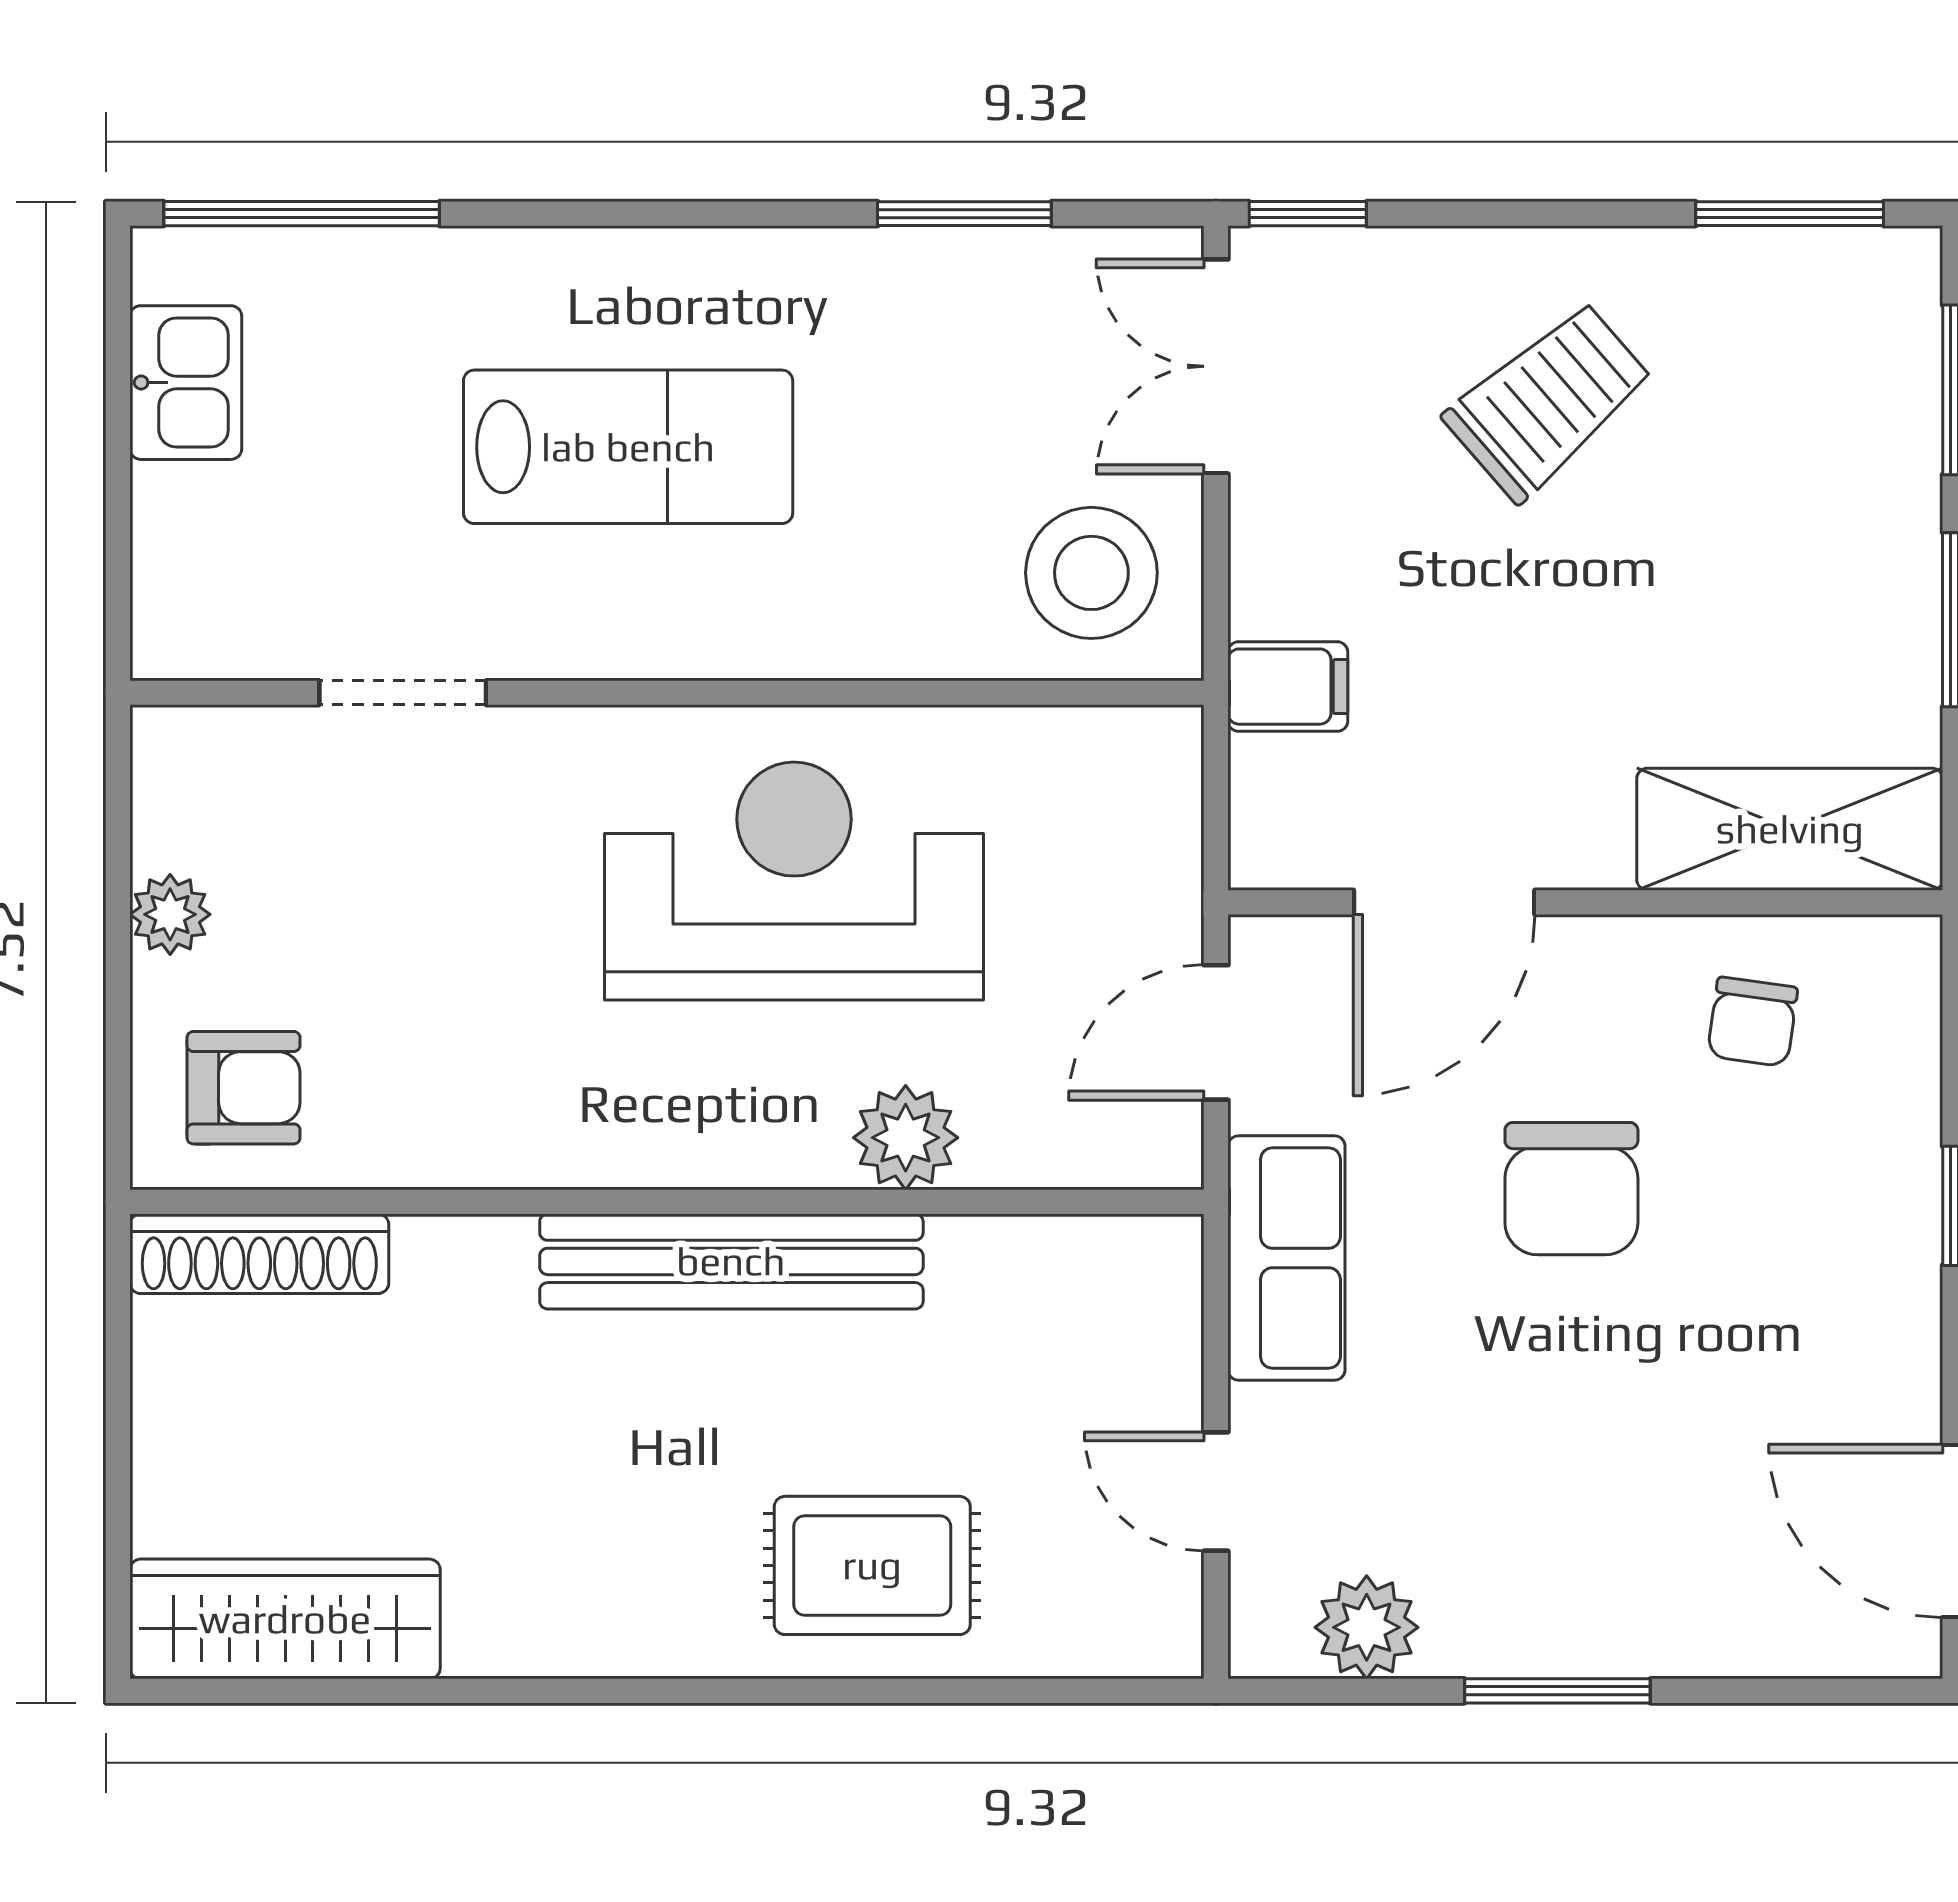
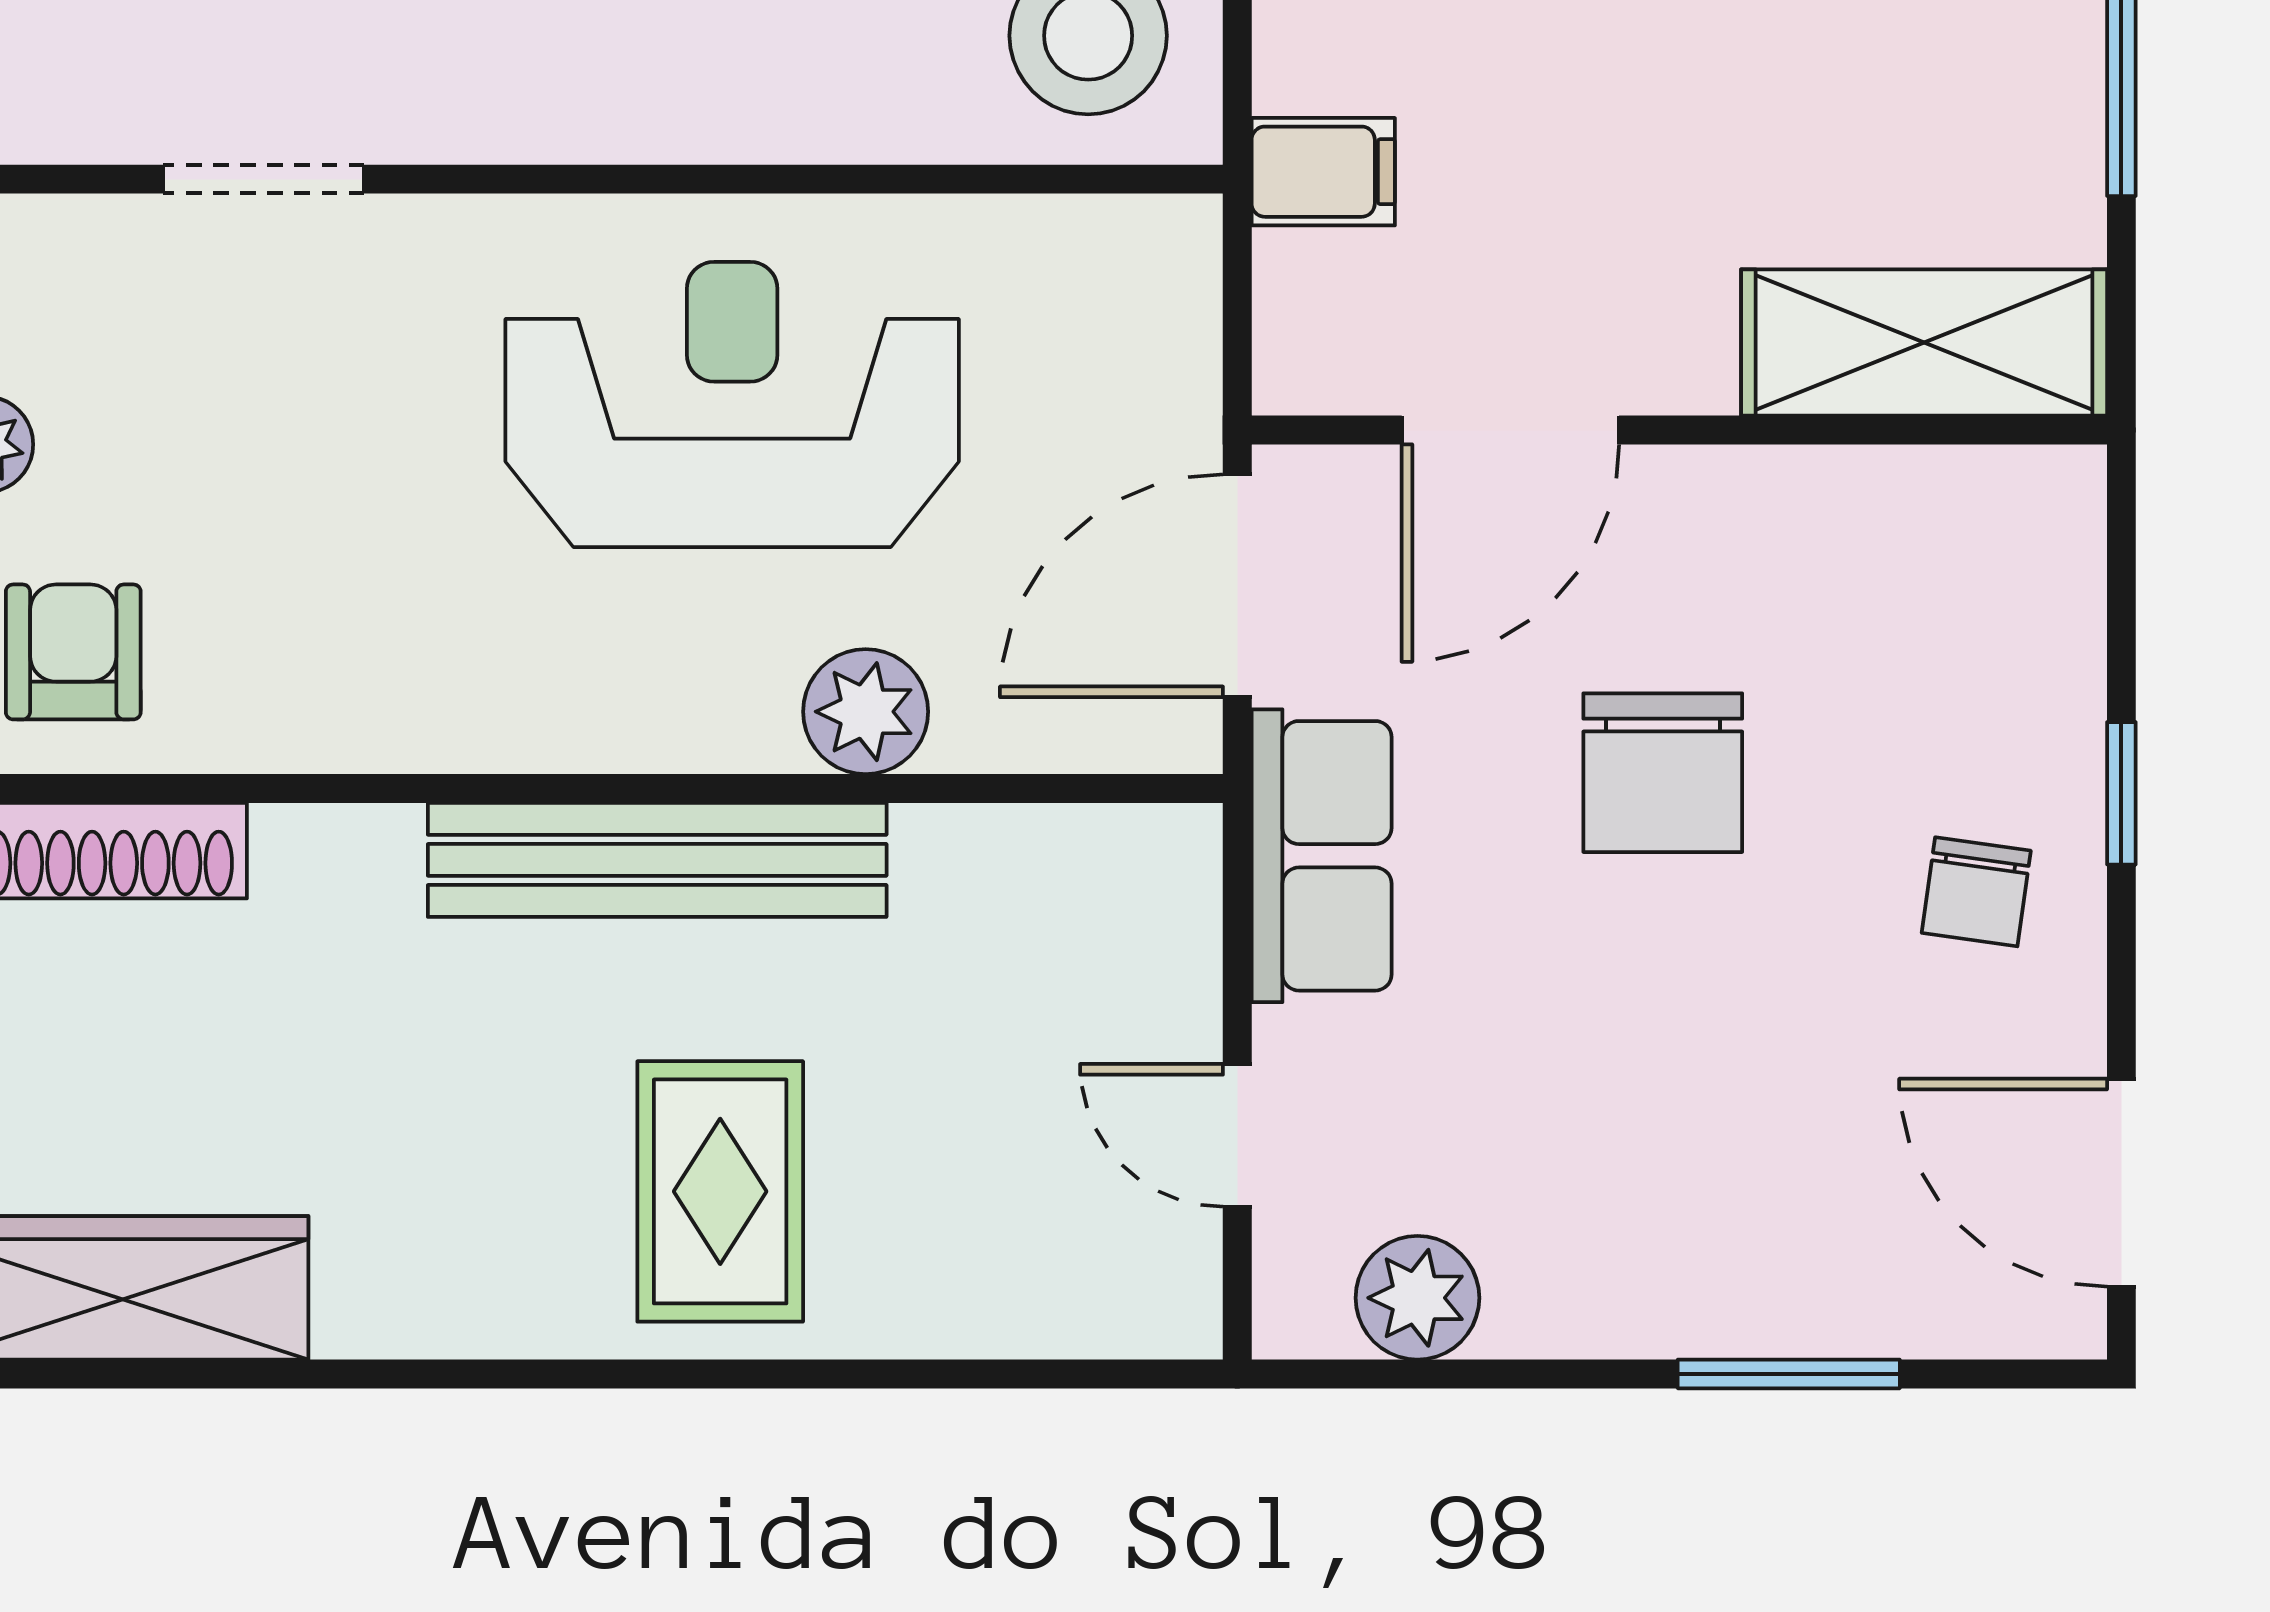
chair: (1752, 1022) -> (1976, 892), moved
door: (1216, 1032) -> (1237, 586), width x1.38
armchair: (244, 1088) -> (73, 652), turned -90
rug: (872, 1565) -> (720, 1191), moved, turned 90
window: (1557, 1691) -> (1789, 1374), moved

